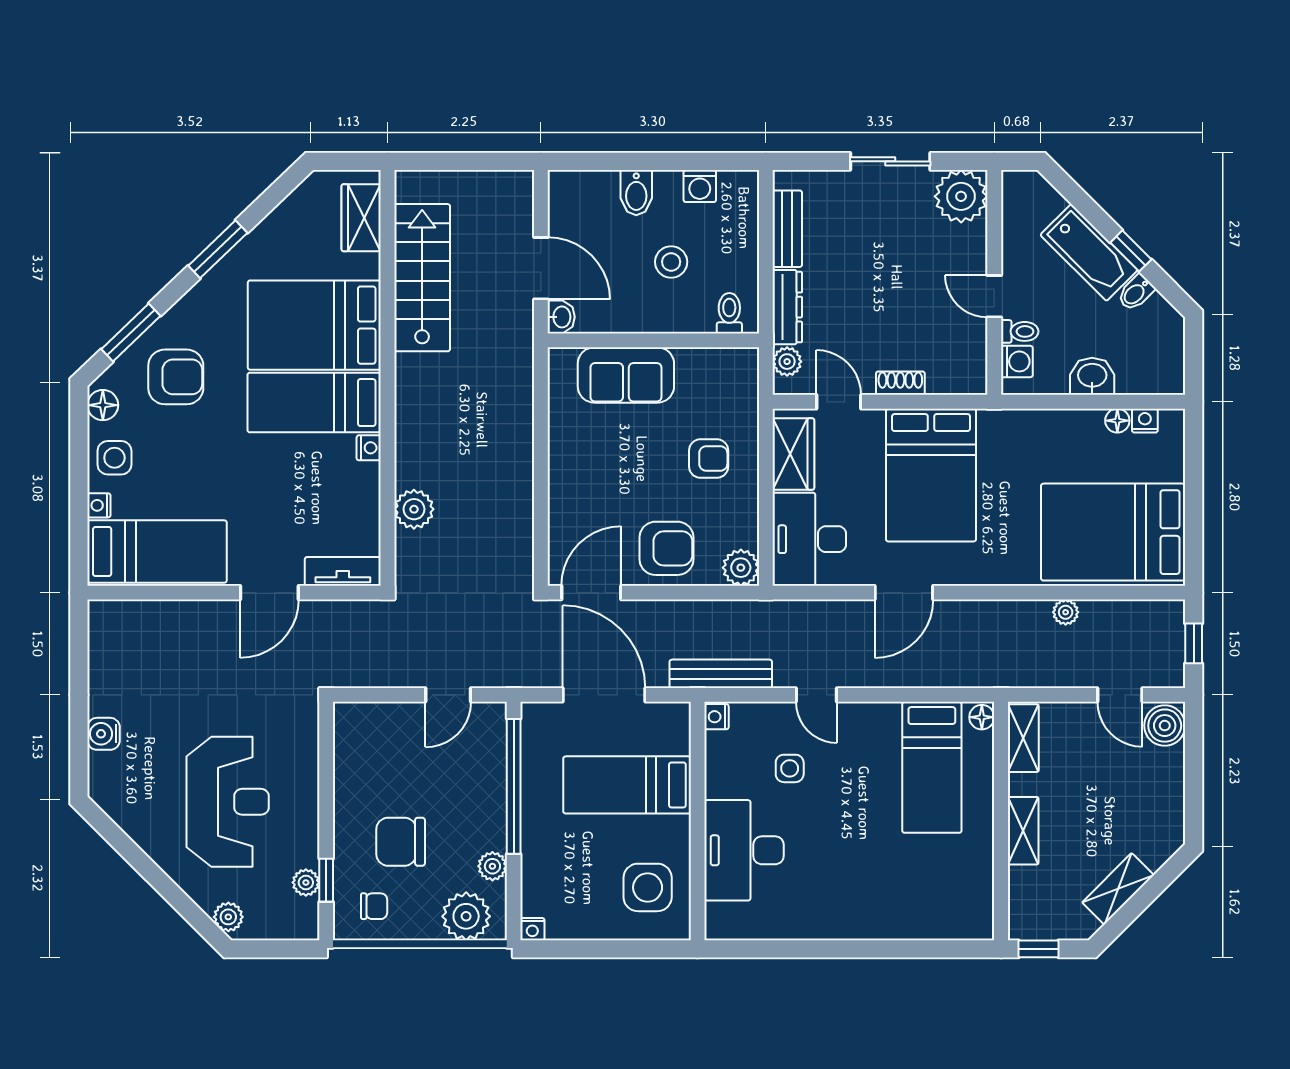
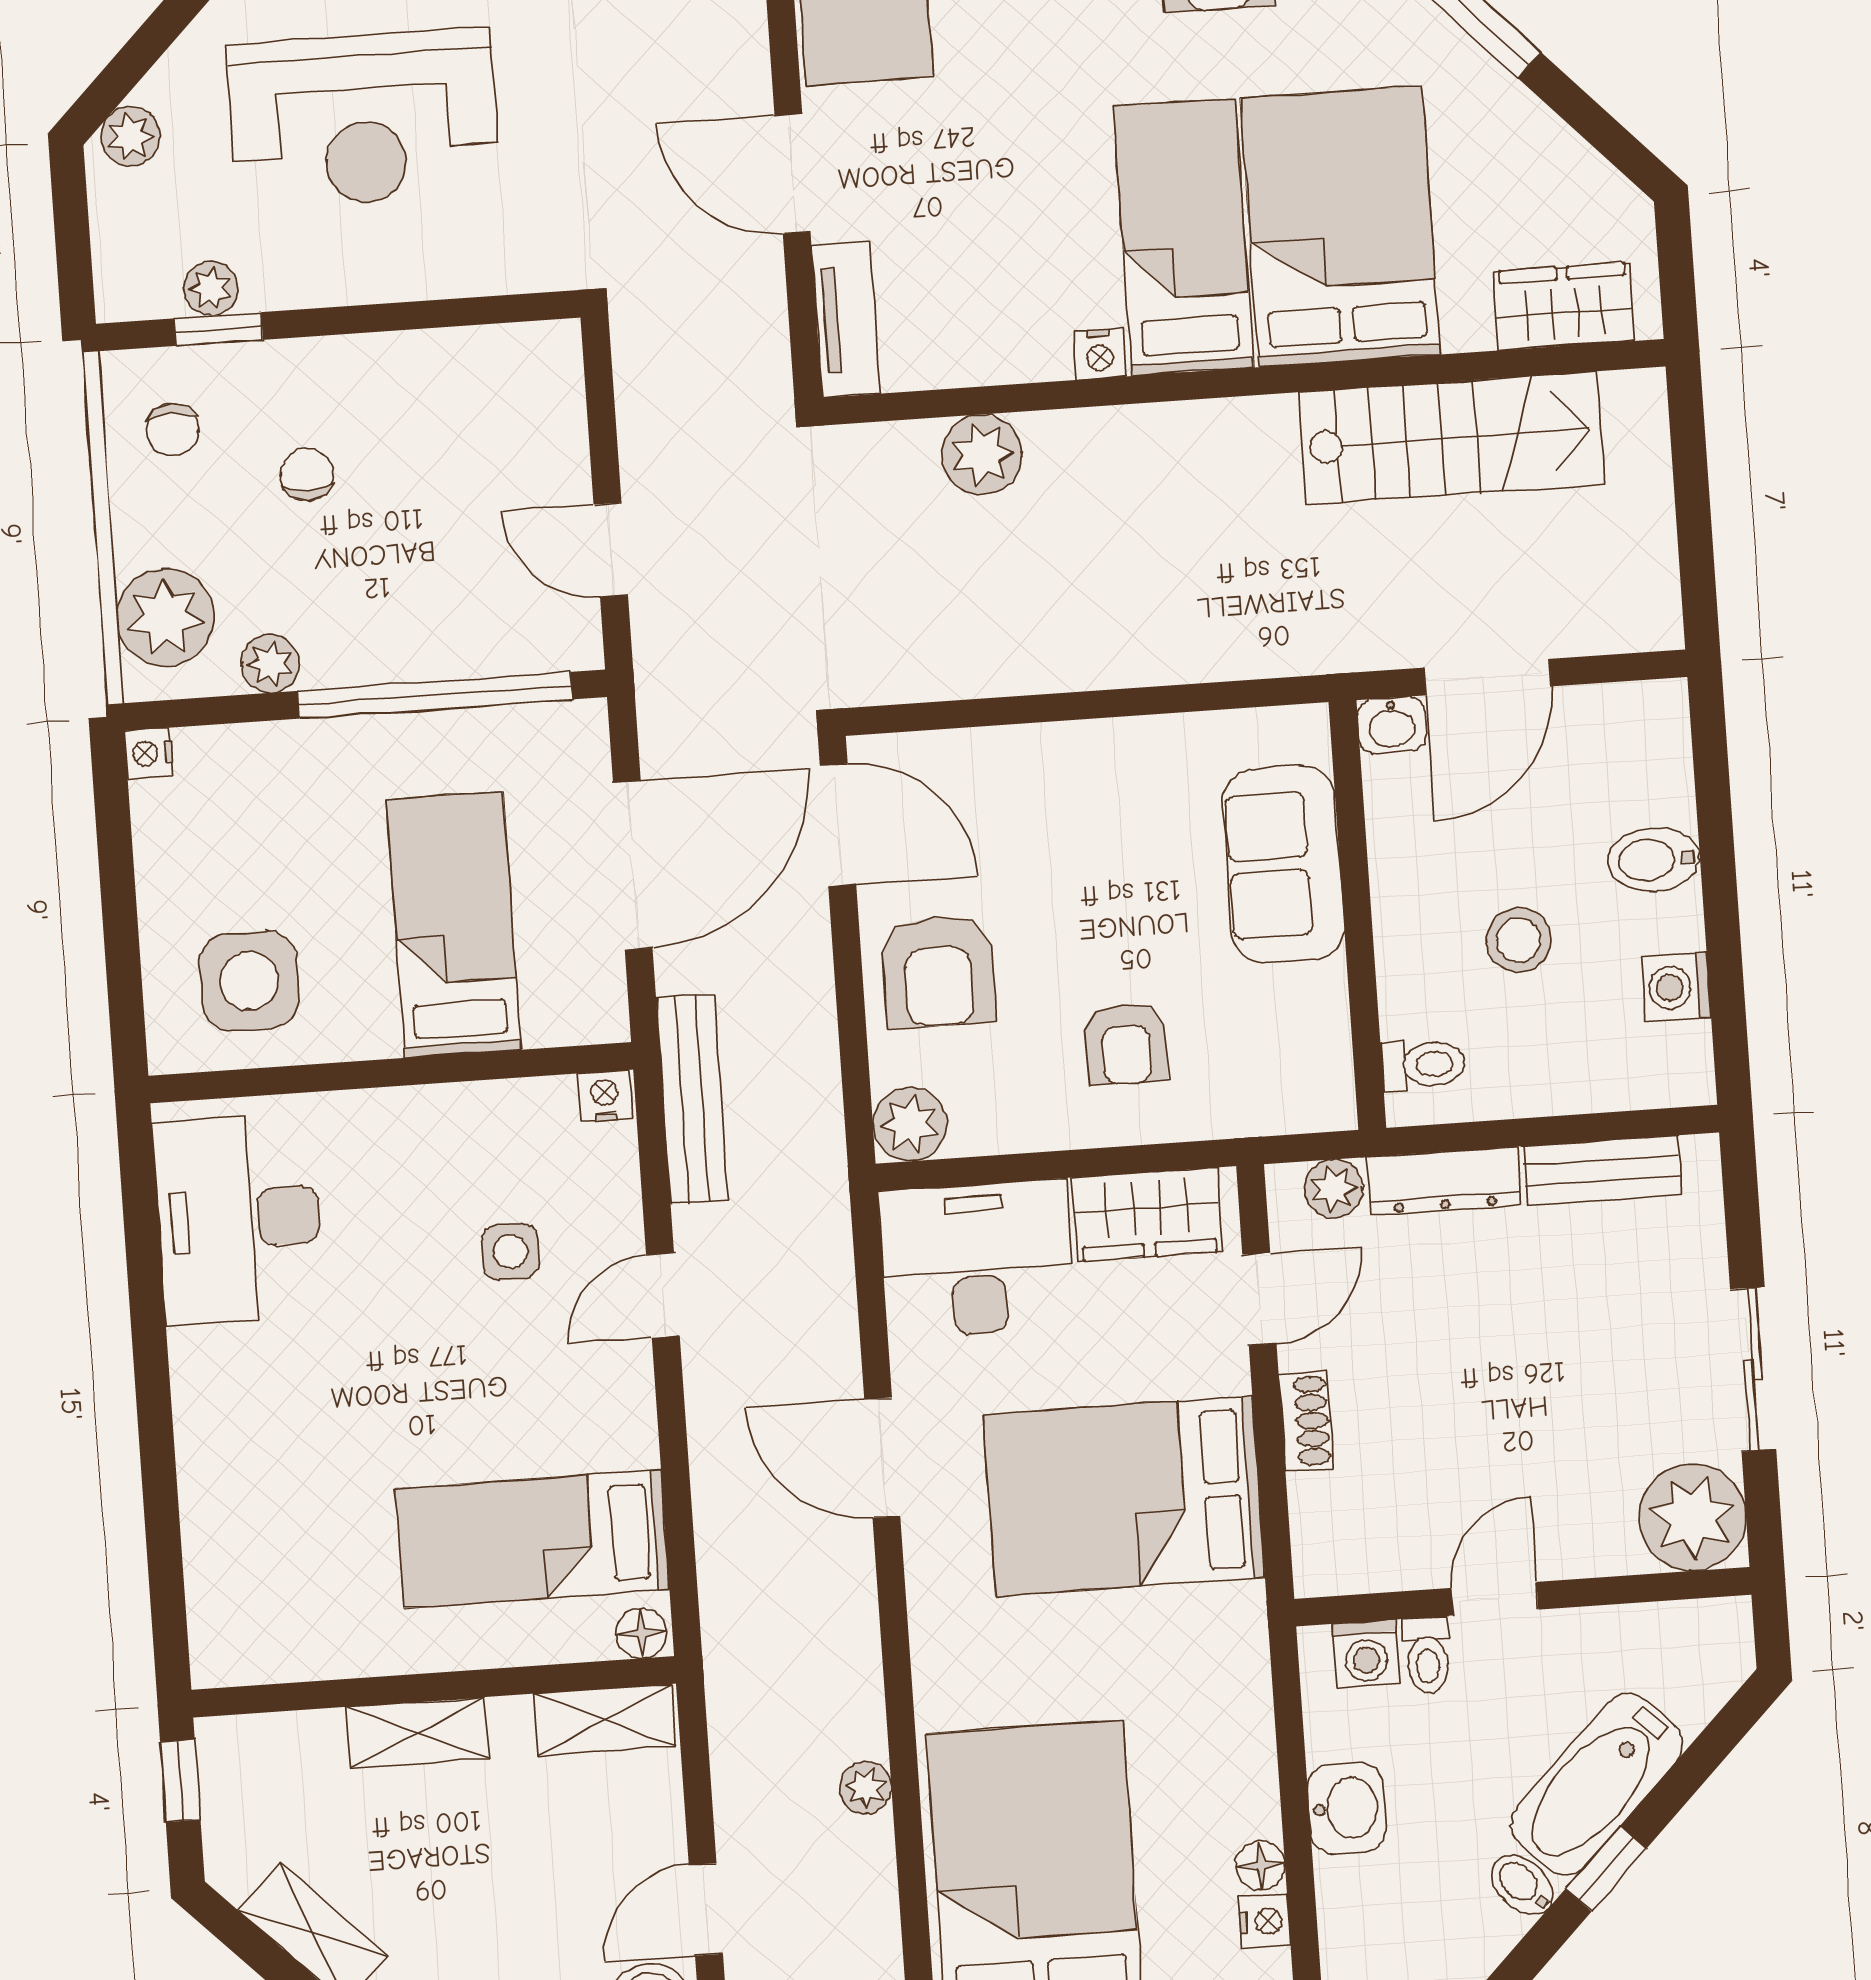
chair: (401, 842) -> (307, 474), width x0.54, depth x0.54
desk: (744, 850) -> (239, 1219), moved, turned -90

